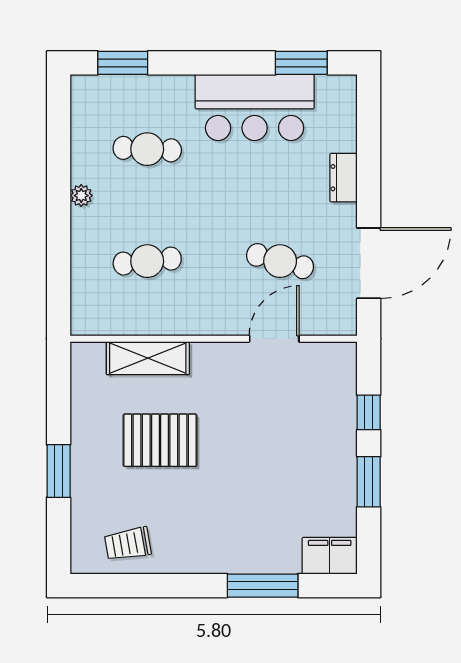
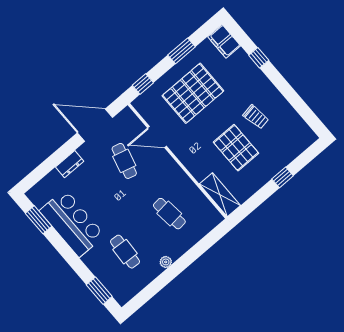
shelving: (148, 358) -> (220, 195), moved
window: (369, 412) -> (143, 84), moved
pallet: (293, 446) -> (193, 93), added
window: (59, 471) -> (283, 177), width x0.67
trolley: (128, 544) -> (256, 117), moved
window: (263, 586) -> (259, 58), width x0.46

